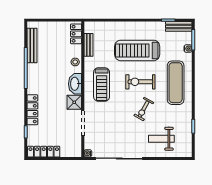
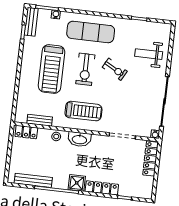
shower: (74, 102) -> (77, 183), moved
weight bench: (161, 139) -> (149, 54), turned 90
locker: (44, 152) -> (151, 159), moved

